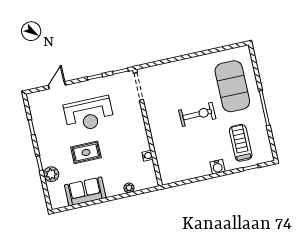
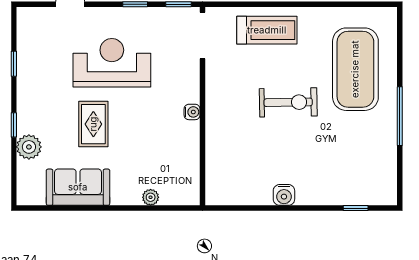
reception desk: (89, 114) -> (112, 63), turned 180
treadmill: (241, 143) -> (267, 30), moved, turned 90
rug: (86, 152) -> (93, 124), turned 90
water cooler: (147, 156) -> (192, 112), moved
water cooler: (217, 167) -> (284, 195), moved

